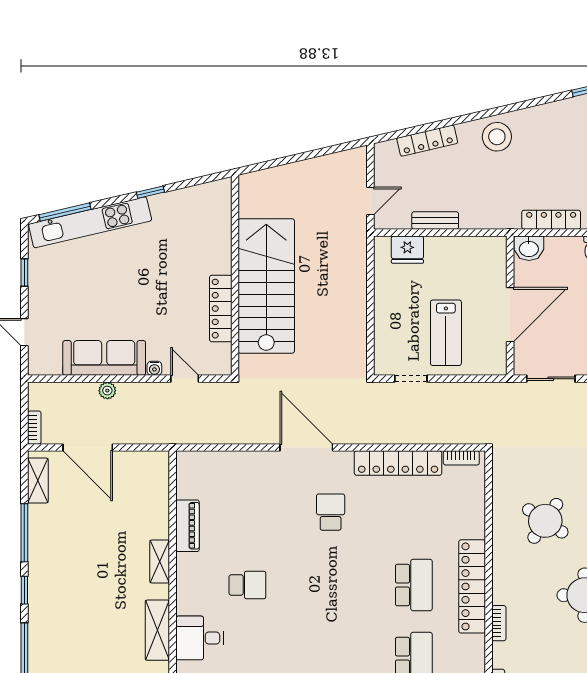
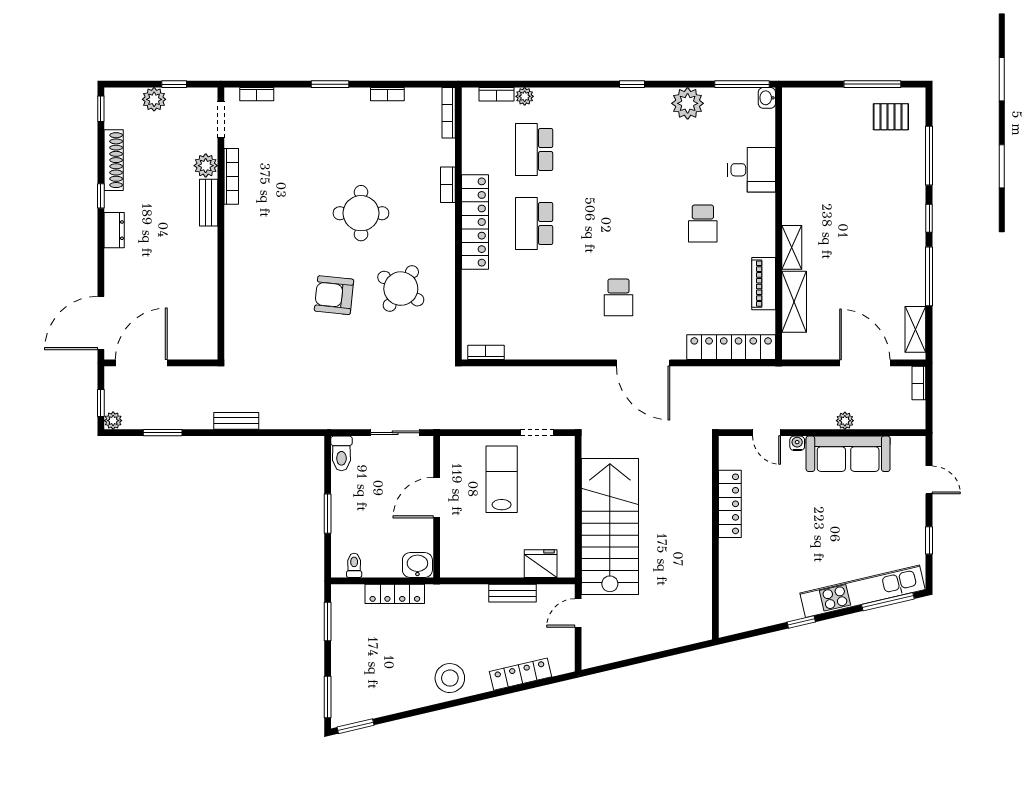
stairs: (266, 286) -> (610, 526), moved, turned 180
door: (510, 315) -> (437, 498), width x0.73
locker: (398, 463) -> (731, 347), moved
school desk: (247, 585) -> (703, 223), turned -90
shelving: (157, 630) -> (794, 302), moved

